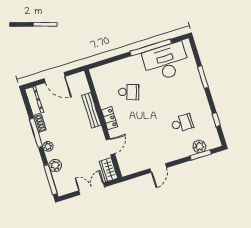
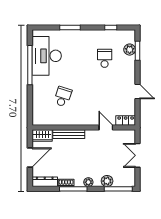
locker: (110, 118) -> (126, 120), moved
wardrobe: (108, 170) -> (42, 136), moved

